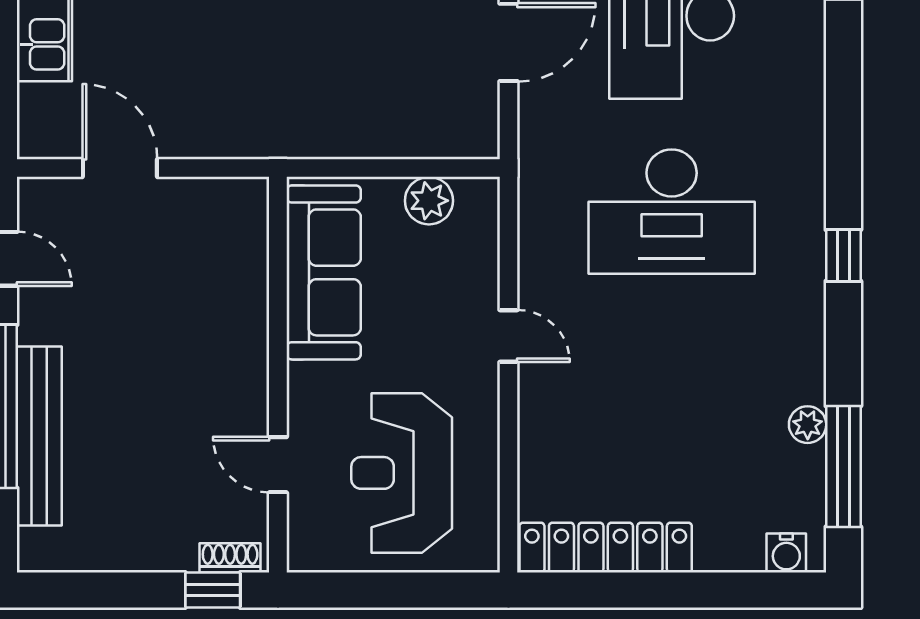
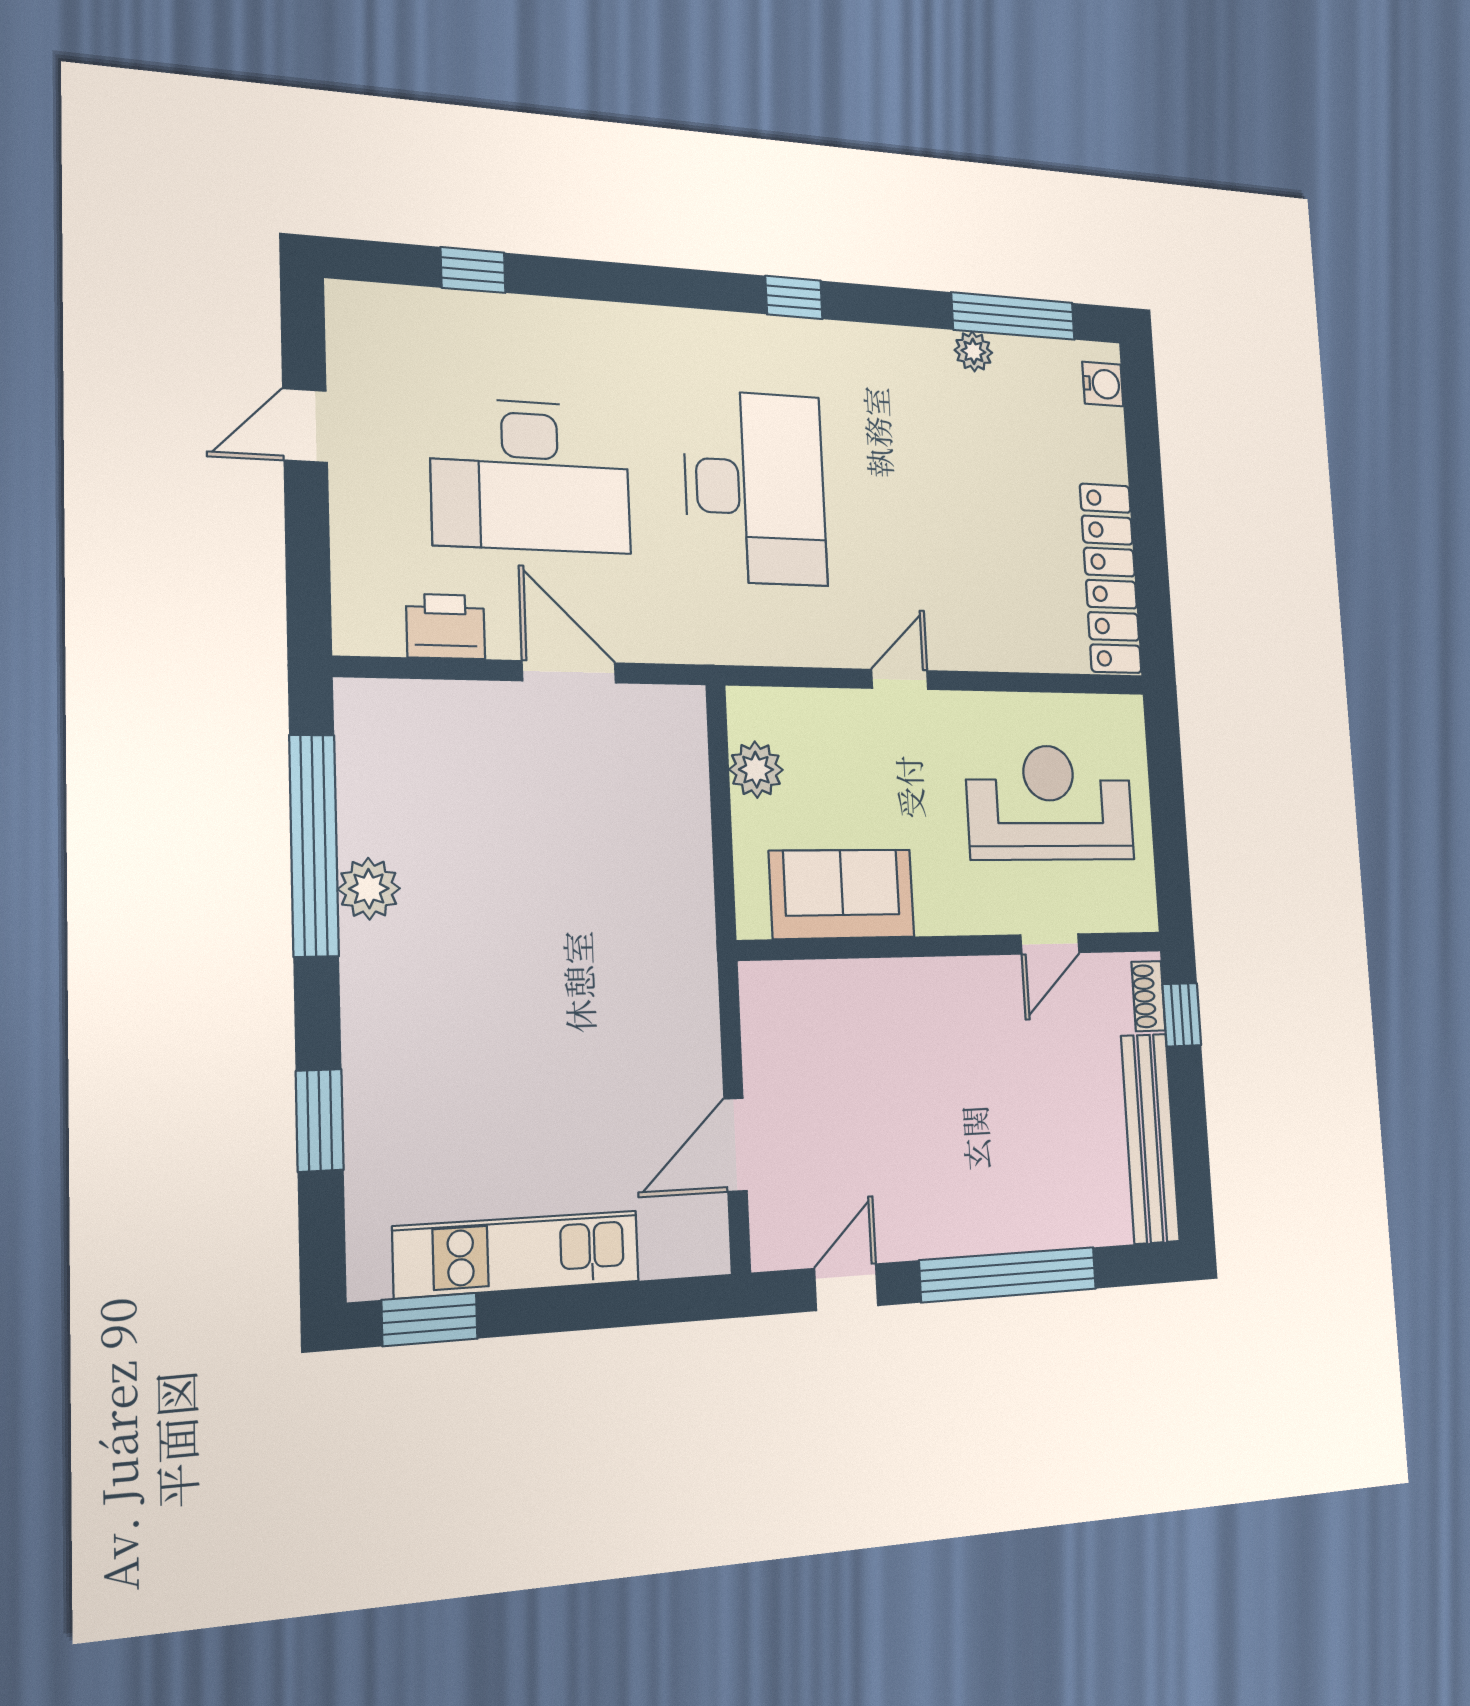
sofa: (324, 272) -> (842, 894), width x0.73
bench: (39, 436) -> (1150, 1138), moved, turned 90
reception desk: (402, 473) -> (1050, 803), turned 180

